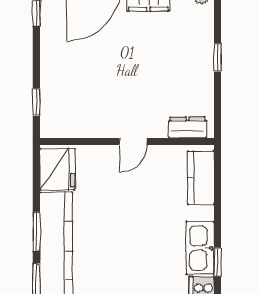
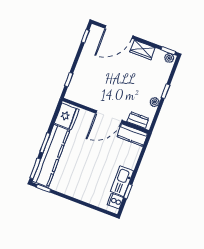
plant: (205, 84) -> (155, 102), added
door: (133, 142) -> (109, 117), width x1.88
kitchen counter: (201, 178) -> (132, 135), moved, turned -90

